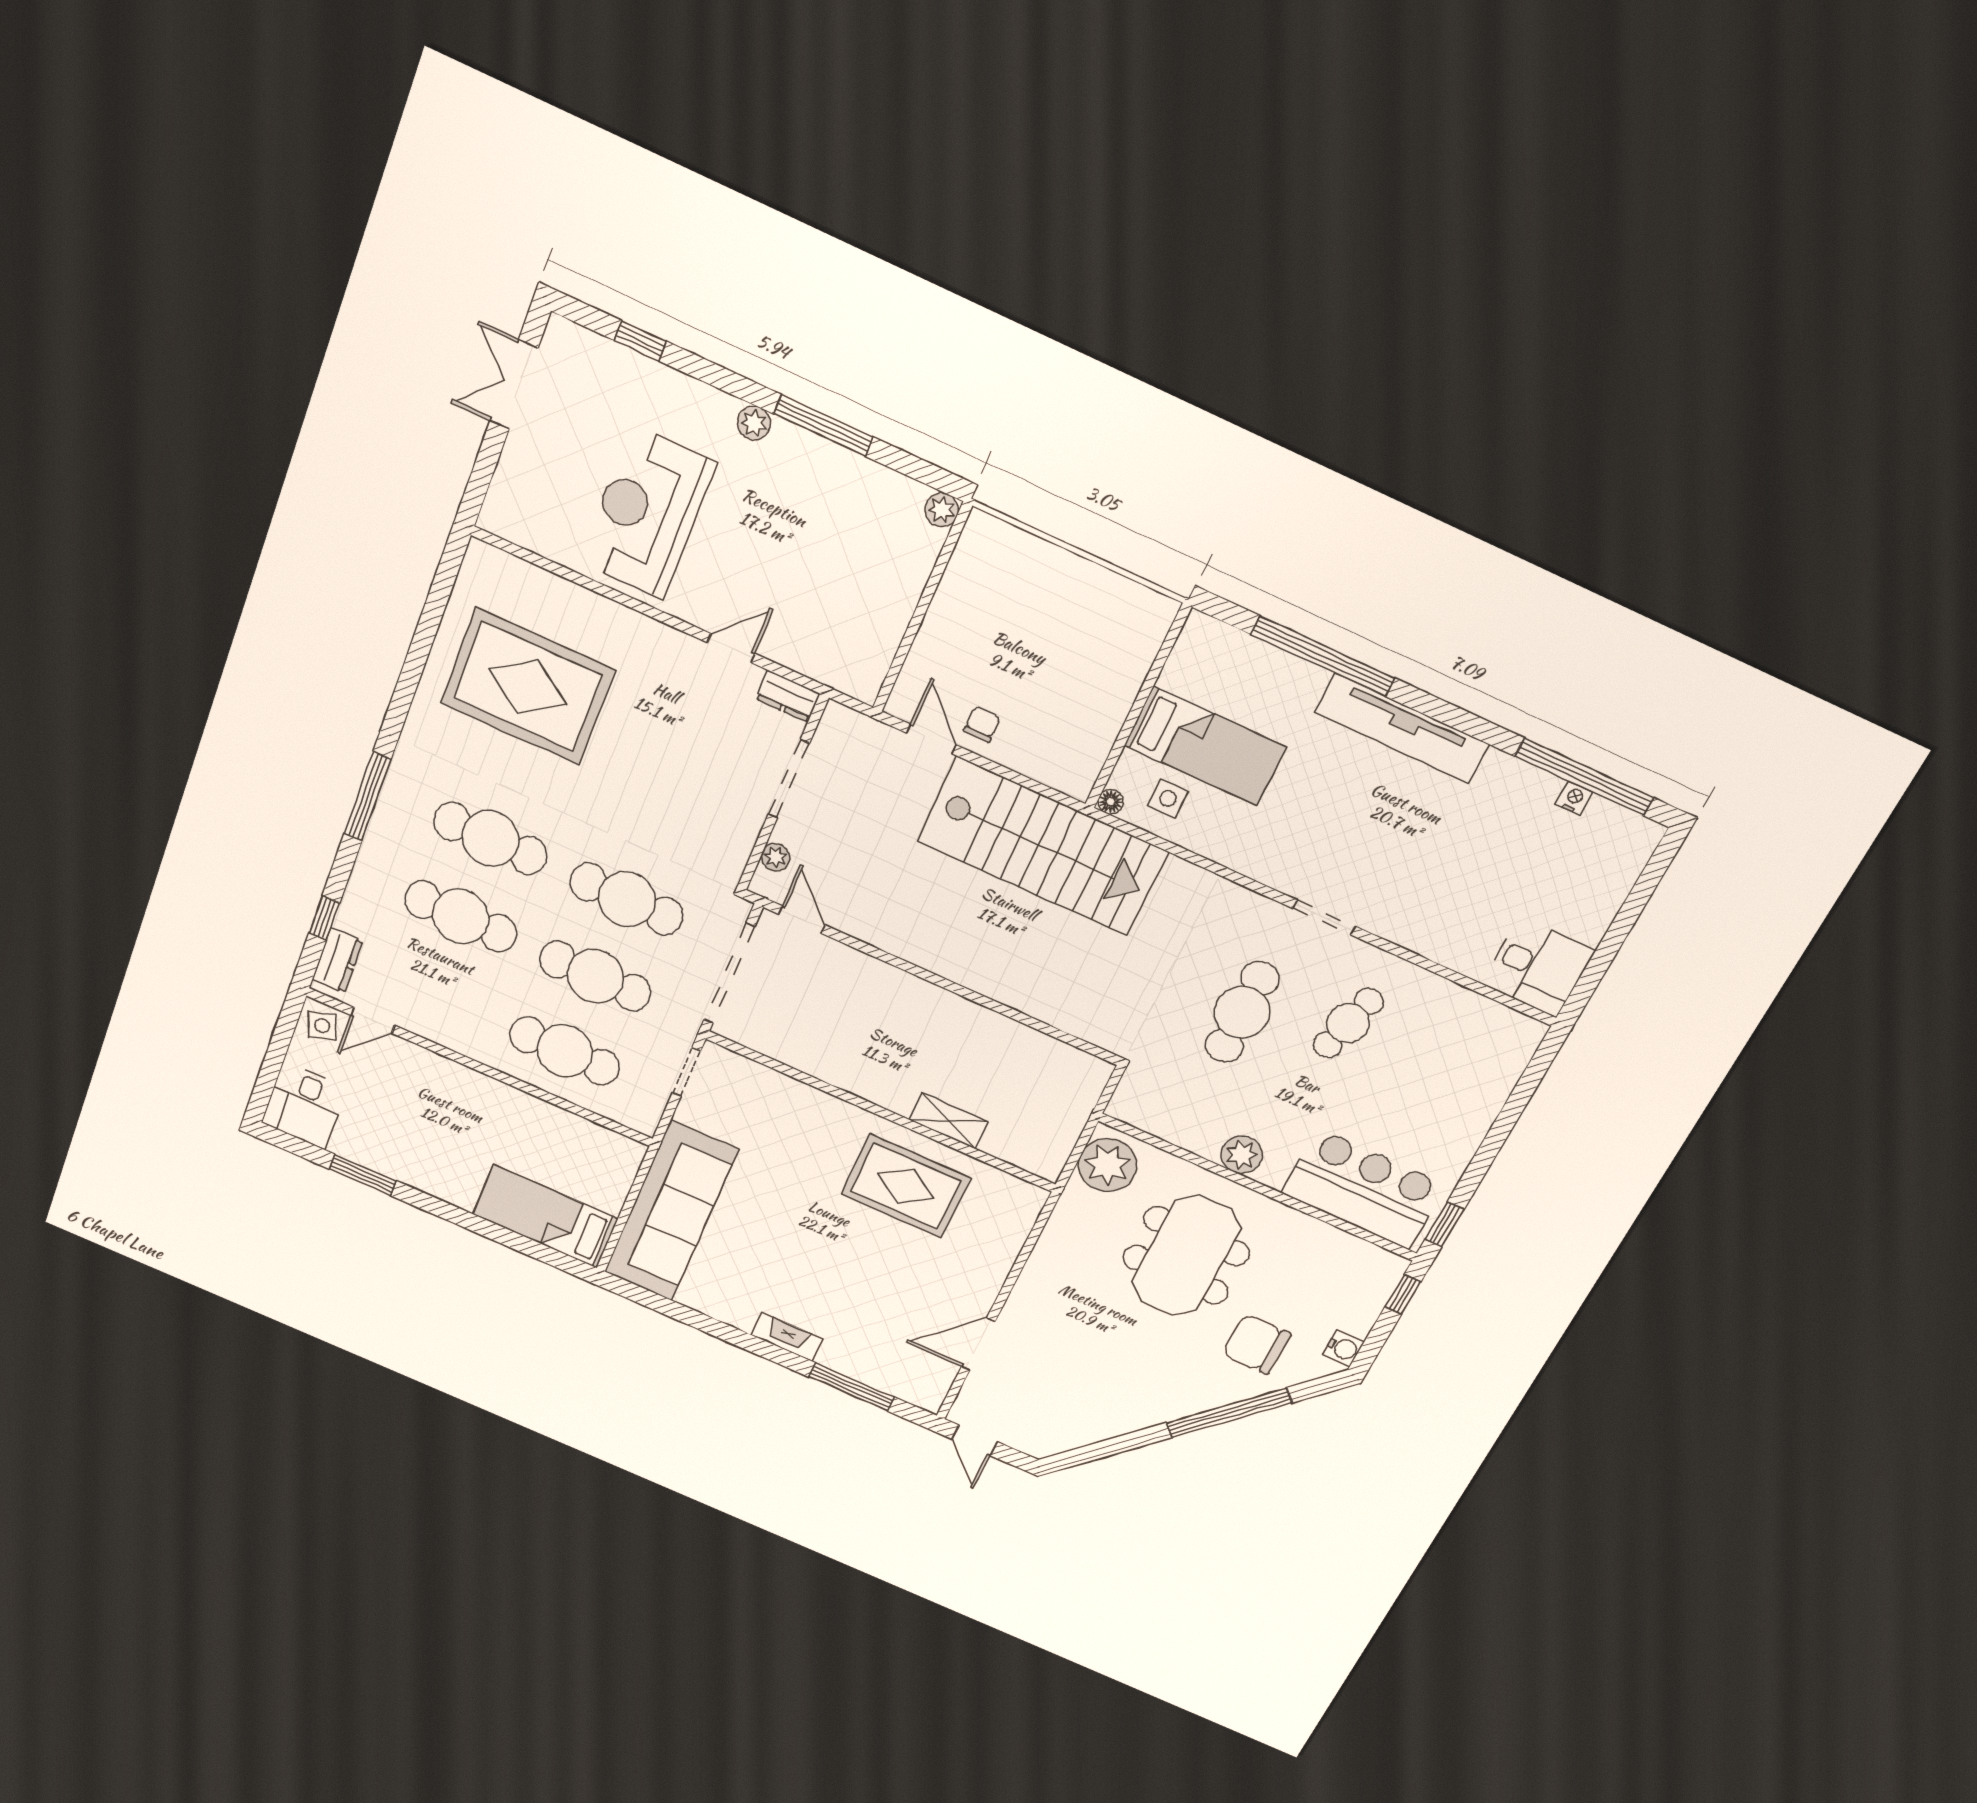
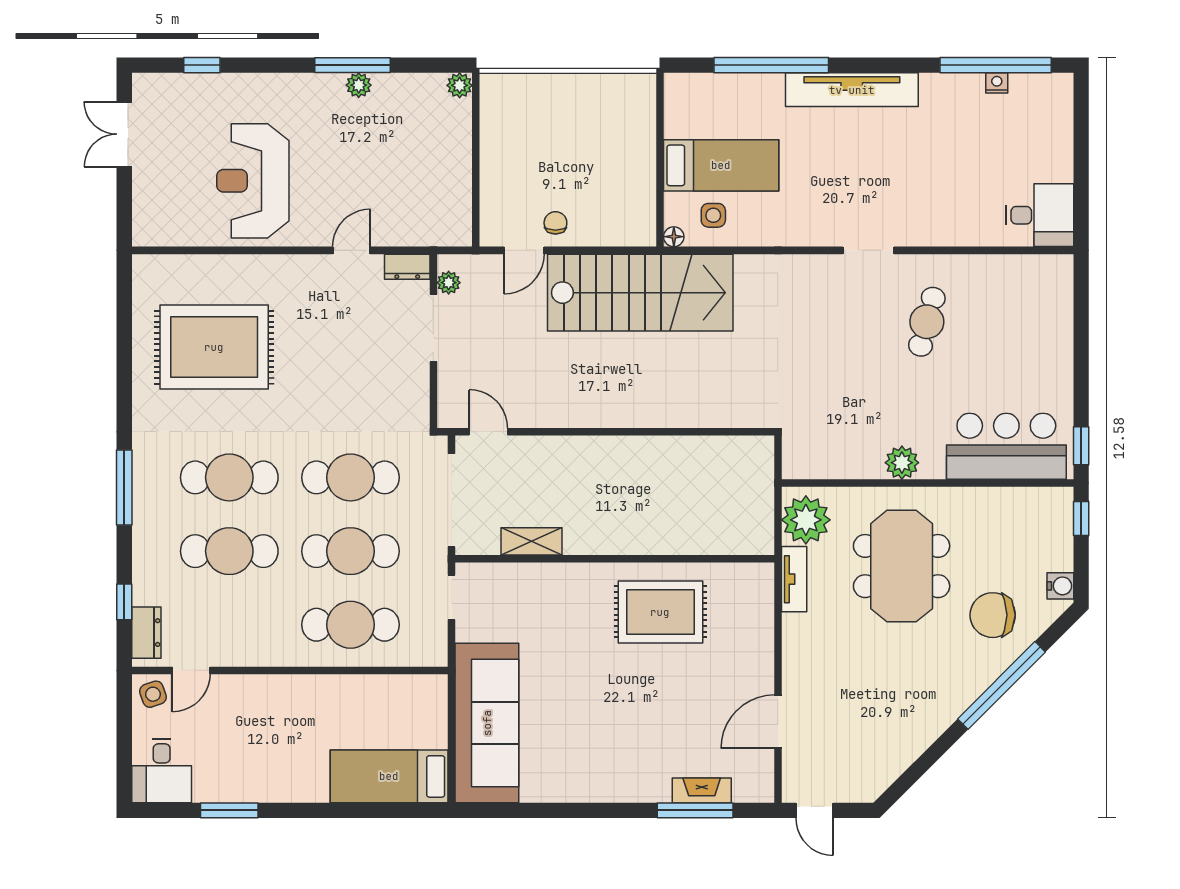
plant: (754, 423) -> (359, 85), moved
door: (931, 739) -> (524, 250), swing flipped
plant: (776, 857) -> (449, 283), moved
cafe table: (1242, 1012) -> (846, 350), removed
shelving: (948, 1121) -> (532, 541), moved
tv unit: (1065, 1217) -> (794, 579), added
fireplace: (787, 1337) -> (702, 790), moved

